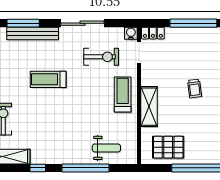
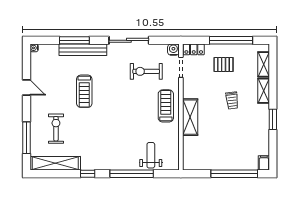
exercise bike: (101, 57) -> (146, 71), turned 180
treadmill: (48, 79) -> (84, 91), moved, turned -90
pallet: (168, 147) -> (224, 64), moved, width x0.67, depth x0.71
weight bench: (106, 148) -> (151, 155), turned -90

